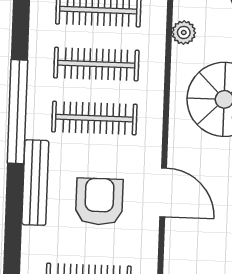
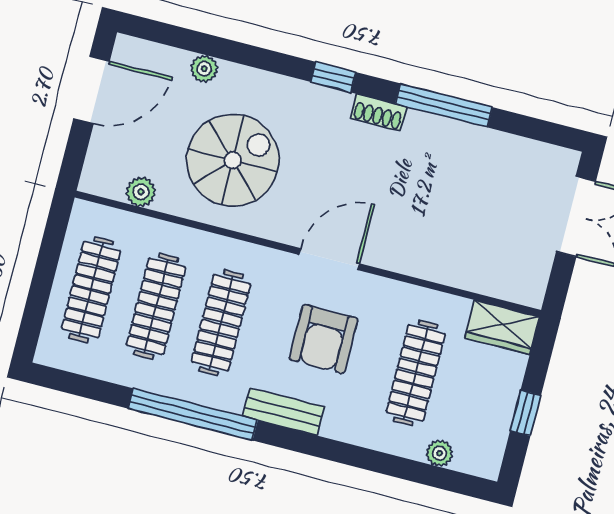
bench: (35, 183) -> (284, 412), width x0.73
armchair: (99, 202) -> (324, 339), turned -90

